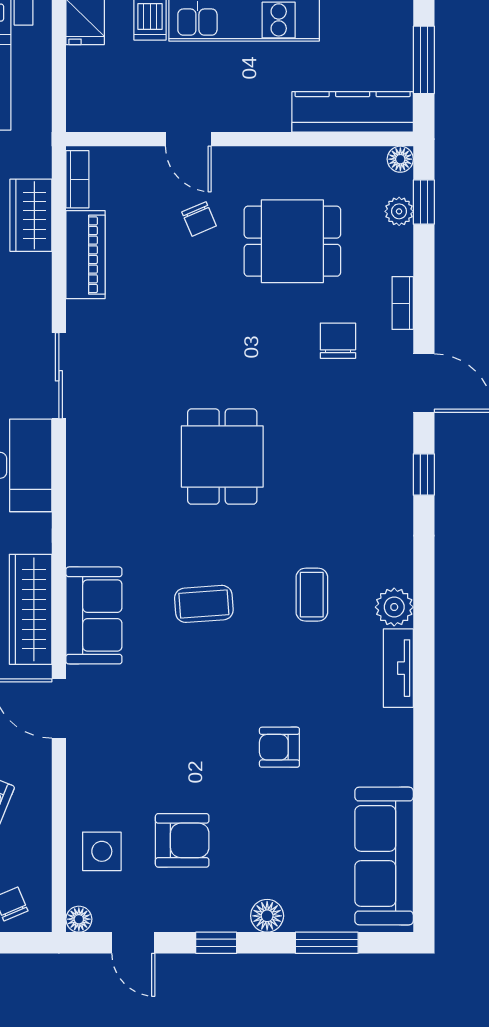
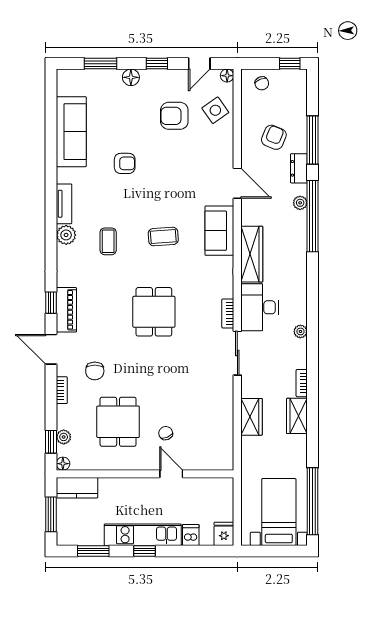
kitchen counter: (353, 112) -> (77, 488), width x0.67
bookcase: (77, 179) -> (228, 313), moved
wardrobe: (31, 215) -> (252, 417), moved
dining table: (292, 241) -> (118, 422), turned 90
piano: (86, 255) -> (66, 310), moved, turned 180
wardrobe: (31, 609) -> (252, 254), moved
side table: (102, 851) -> (215, 110), turned -35
sofa: (384, 856) -> (71, 132), moved
door: (133, 943) -> (199, 64), swing flipped

